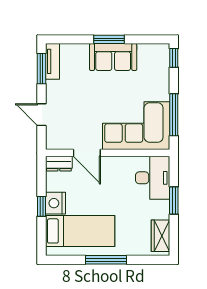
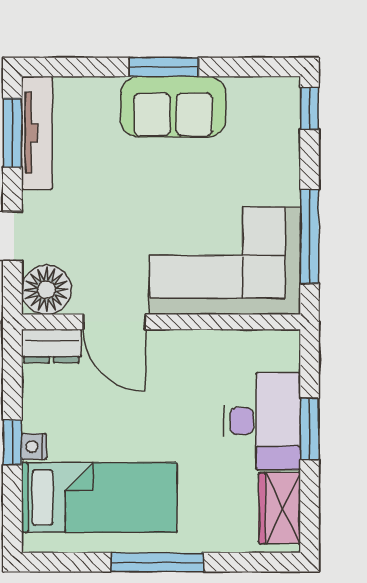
tv unit: (52, 61) -> (37, 133), width x1.41
floor lamp: (57, 139) -> (46, 290), added
desk: (153, 178) -> (262, 421), moved
nightstand: (55, 203) -> (34, 446), width x0.53, depth x0.56

